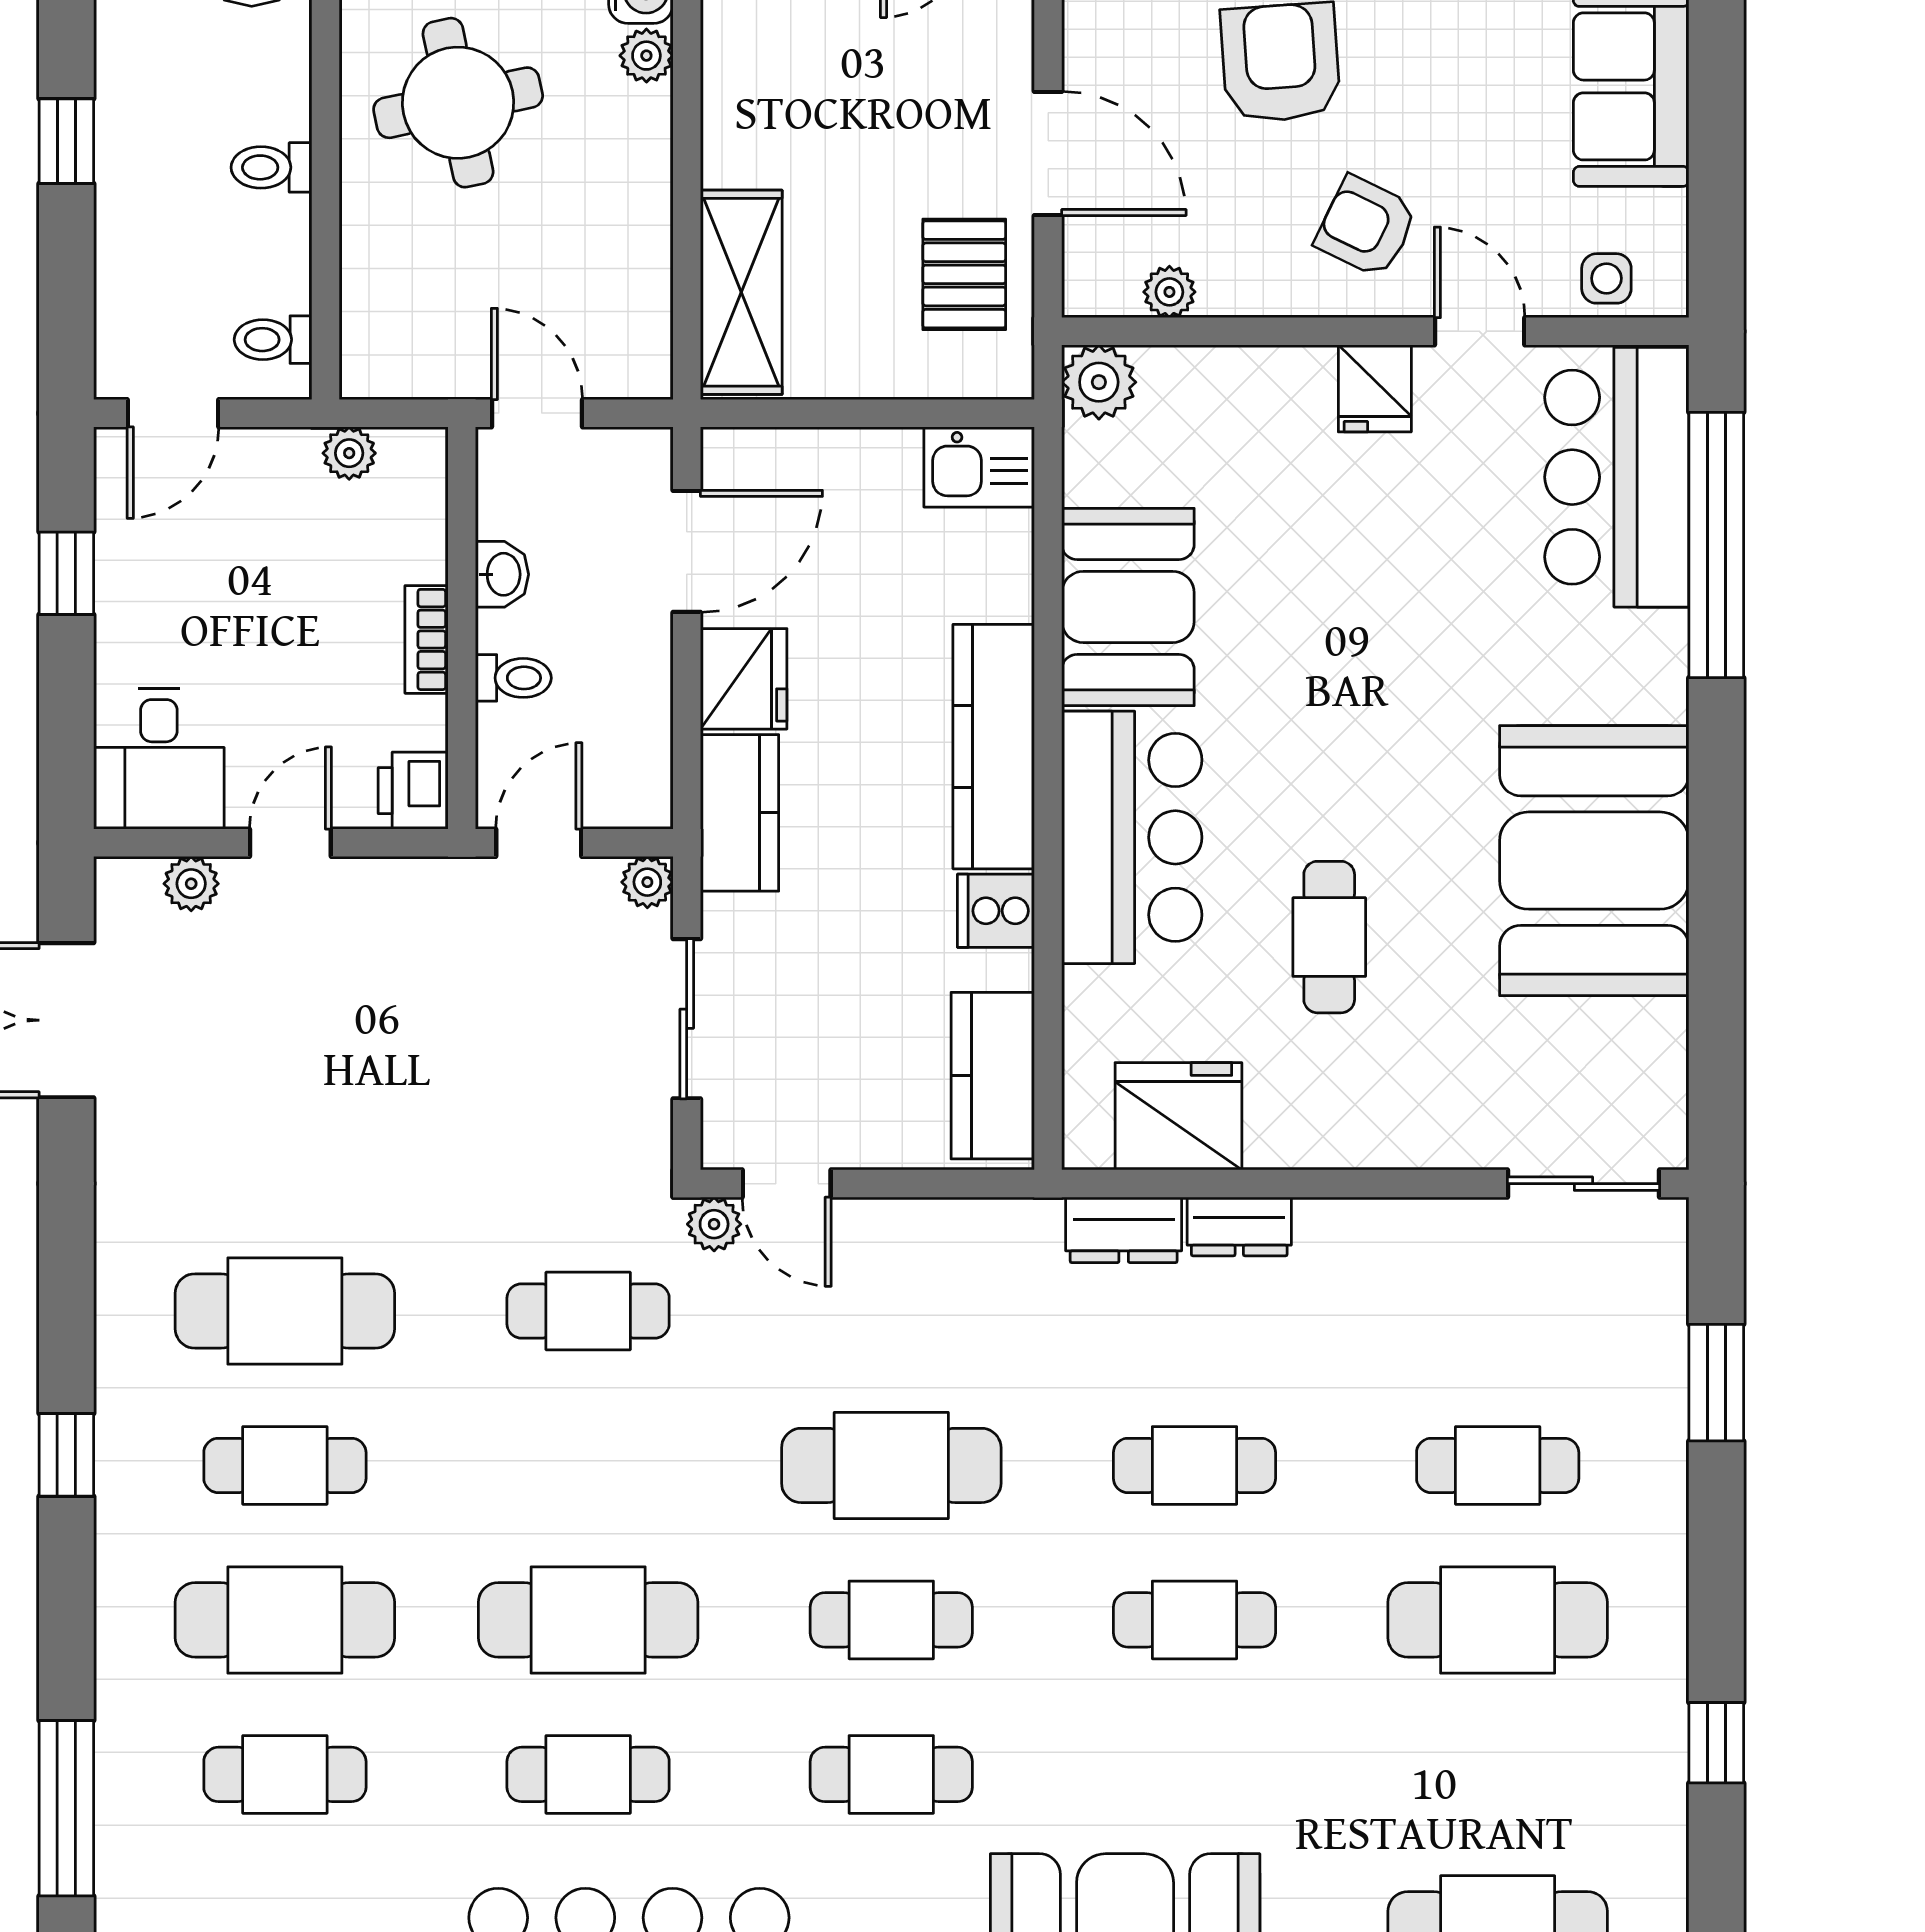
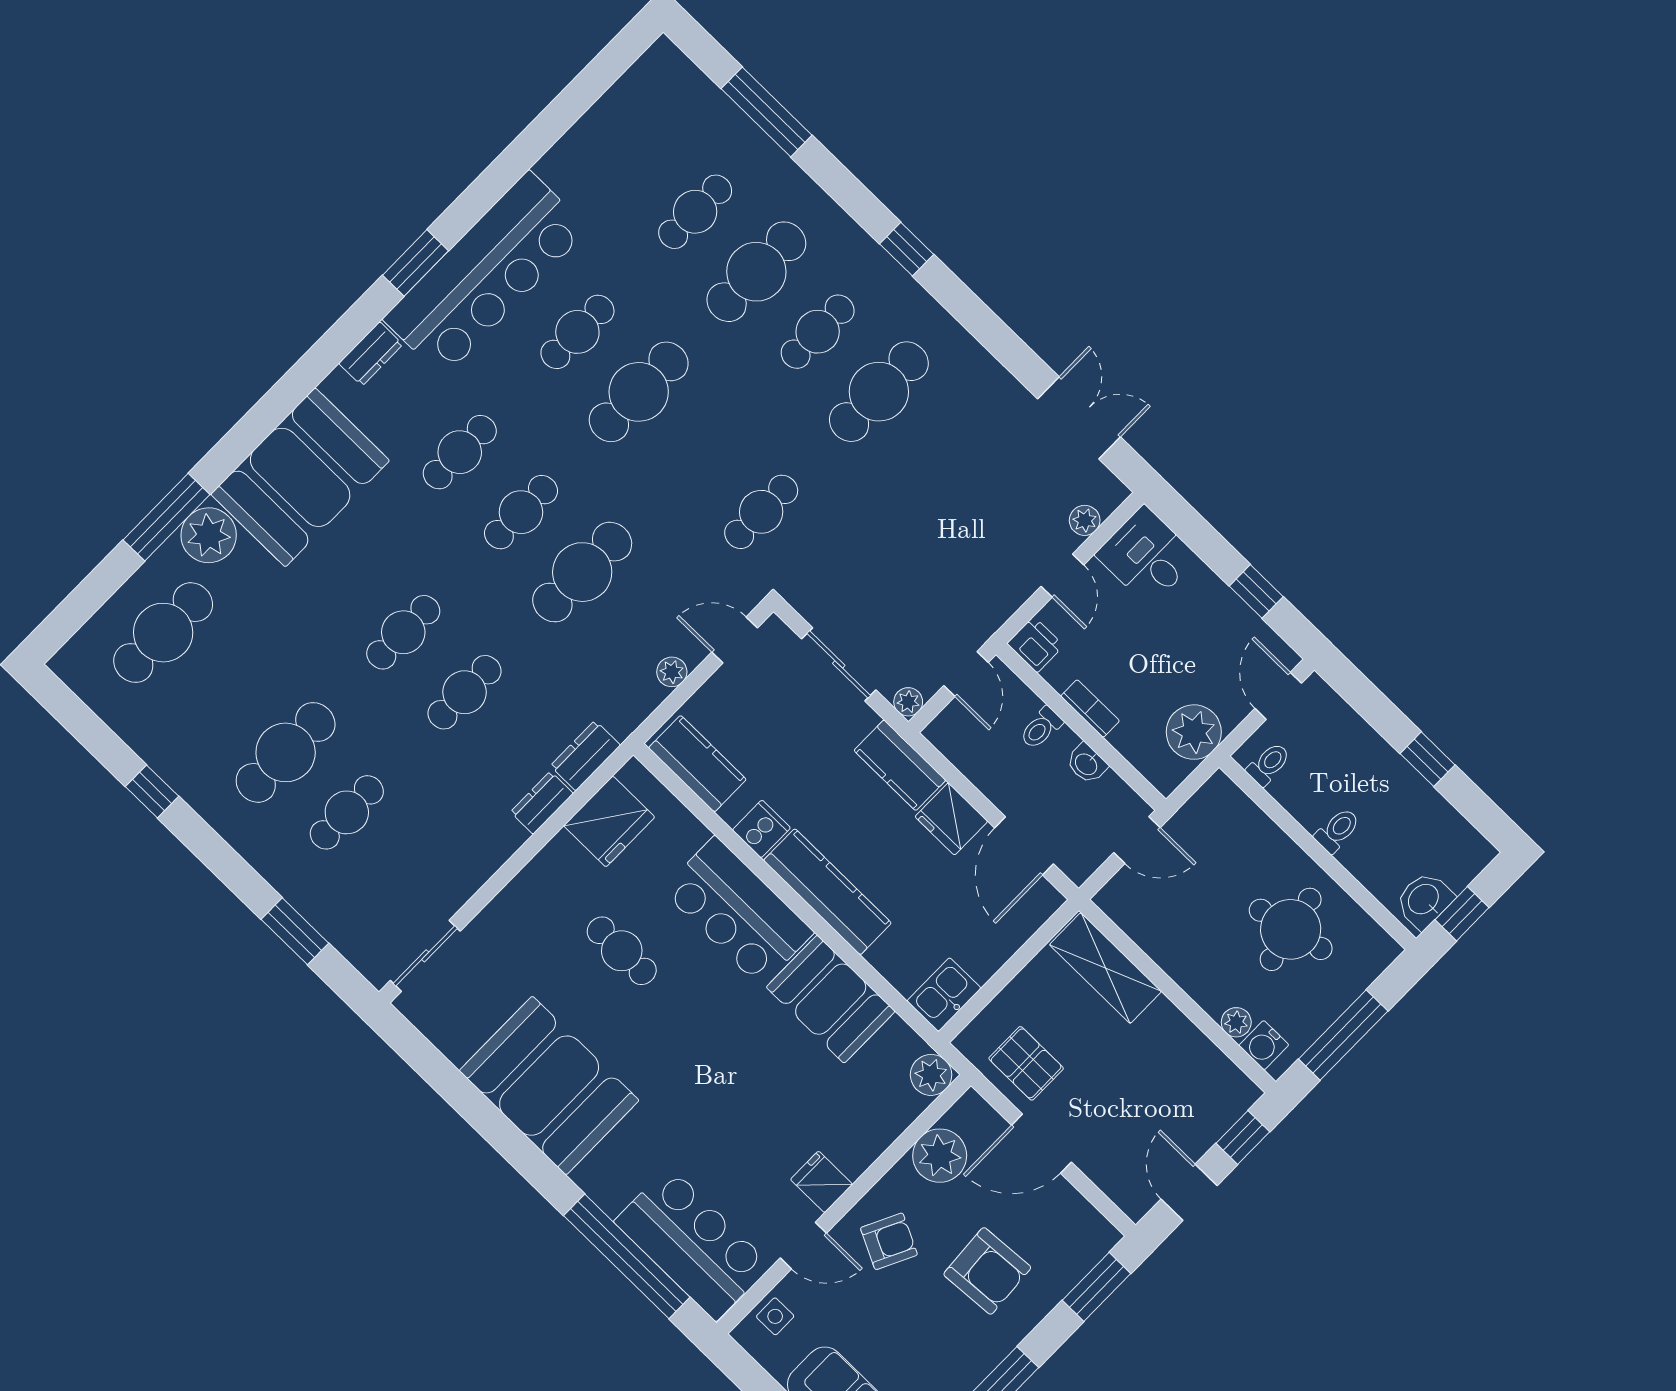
plant: (1169, 292) -> (940, 1156), width x1.87, depth x1.87
plant: (349, 453) -> (1194, 732), width x1.88, depth x1.88
plant: (714, 1224) -> (672, 672), moved

